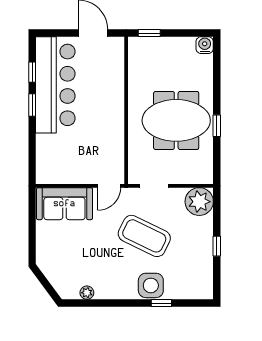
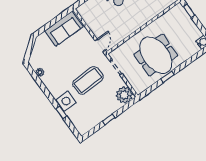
door: (109, 186) -> (100, 45), swing flipped
sofa: (64, 204) -> (64, 29), moved, turned -90
coffee table: (144, 236) -> (88, 80), turned 62

